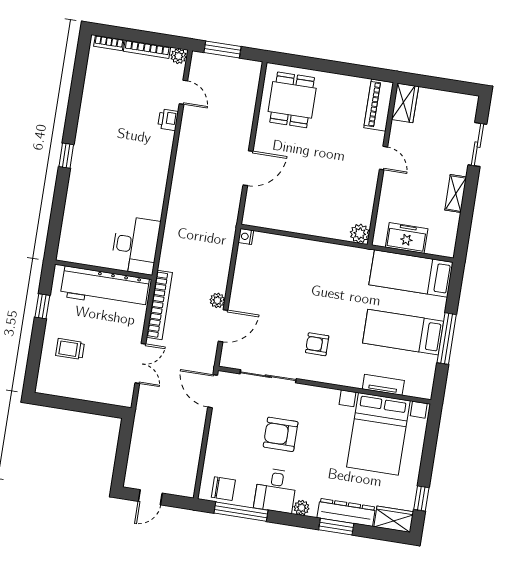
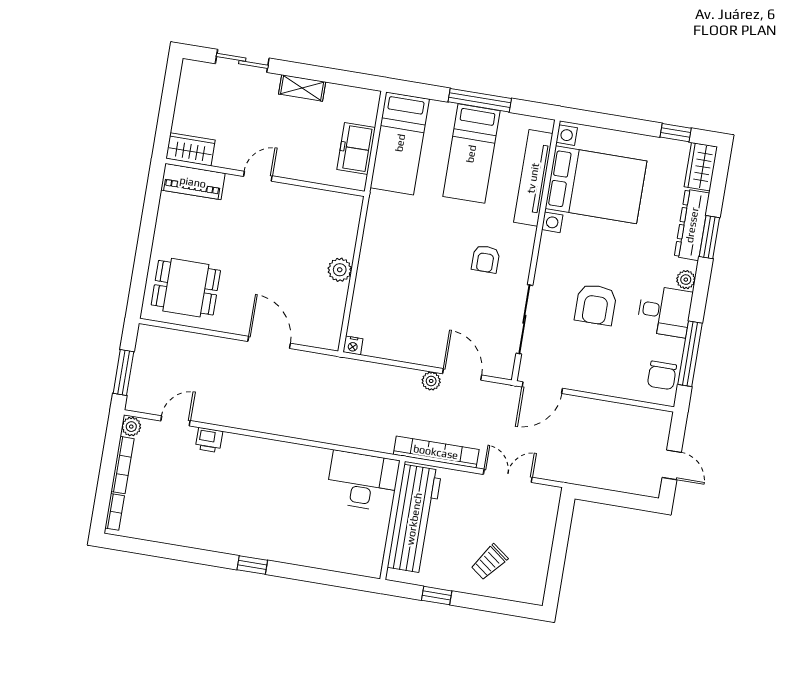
plant: (360, 234) -> (340, 270), moved
trolley: (70, 349) -> (489, 562), turned 37
tv unit: (383, 385) -> (533, 178), width x1.92, depth x1.29
chair: (223, 489) -> (662, 375), turned 180

